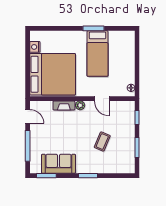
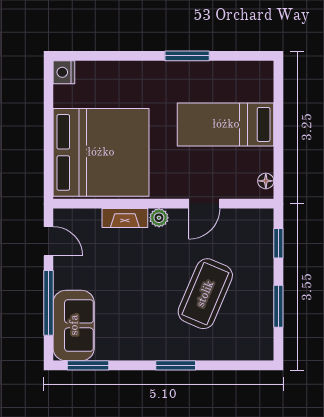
nightstand: (35, 47) -> (64, 72), moved
bed: (97, 53) -> (226, 124), moved, turned 90
door: (102, 99) -> (204, 204), hinge flipped
coffee table: (102, 142) -> (205, 294), width x1.86, depth x1.72
sofa: (58, 164) -> (74, 325), moved, turned 90

